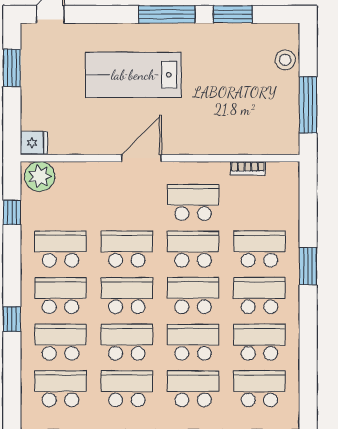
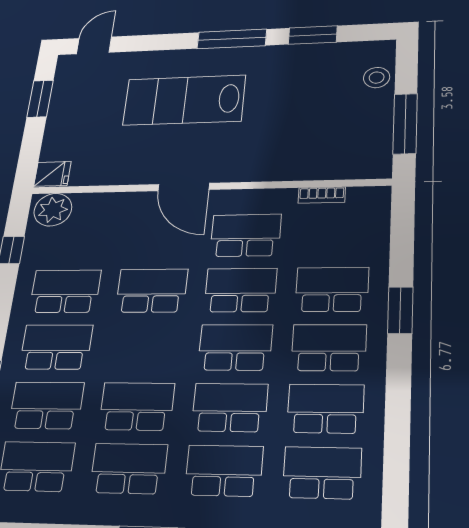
door: (141, 158) -> (184, 187), swing flipped
school desk: (127, 296) -> (144, 347), removed

